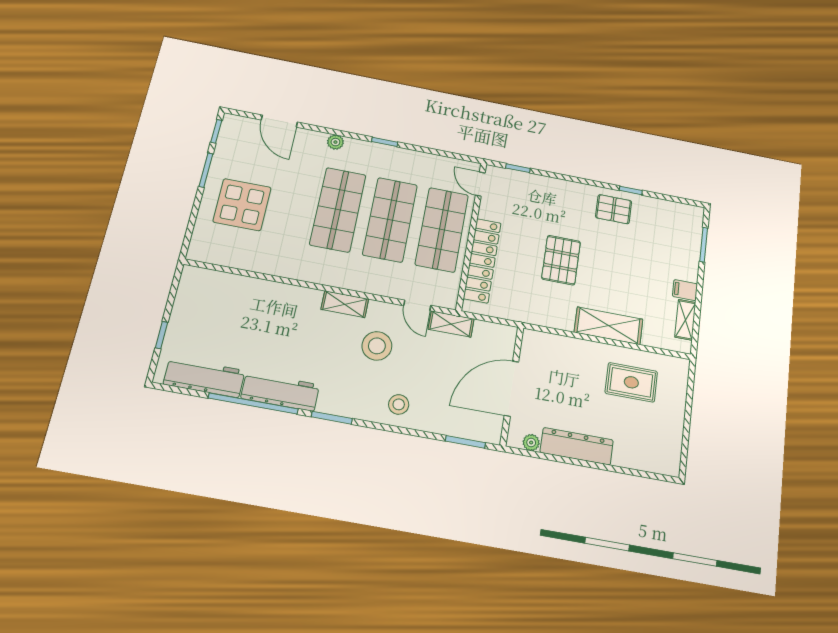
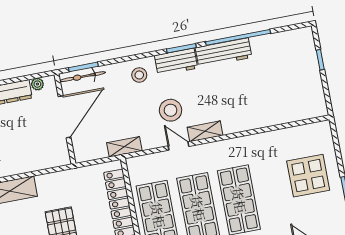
door: (417, 305) -> (178, 146), moved
workbench: (204, 377) -> (176, 62), moved, width x0.73
bicycle: (471, 430) -> (83, 77), added

